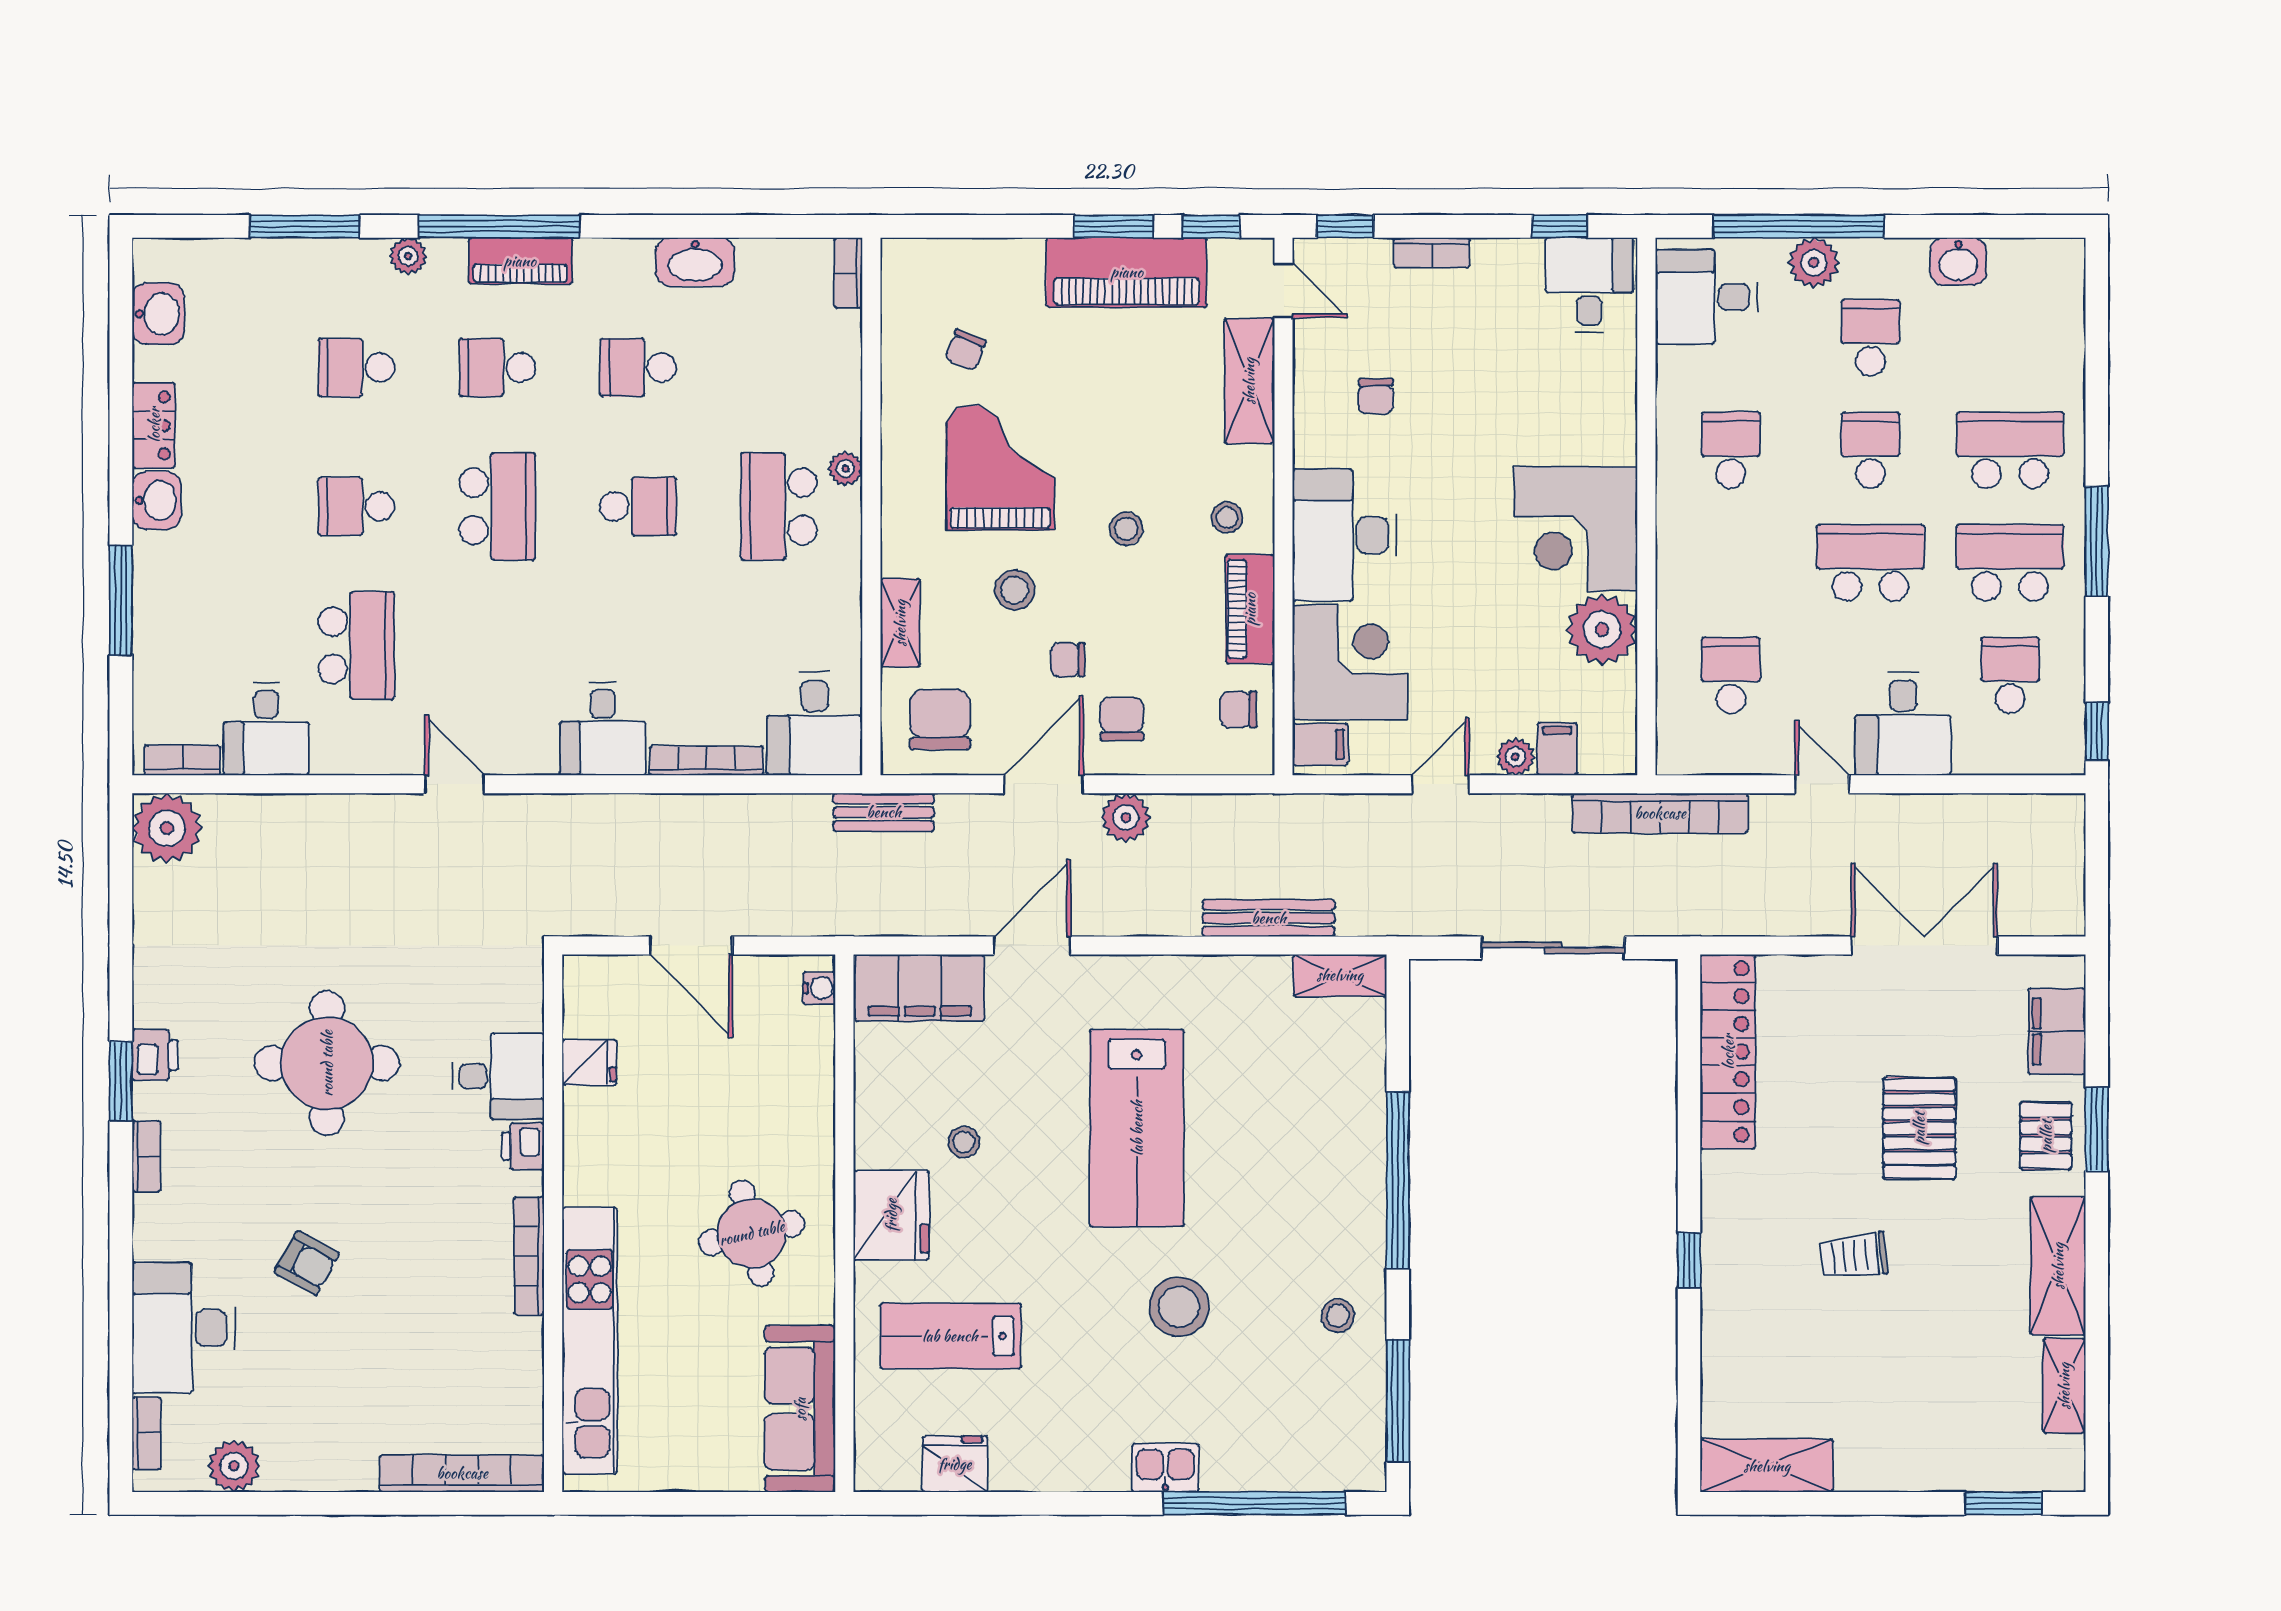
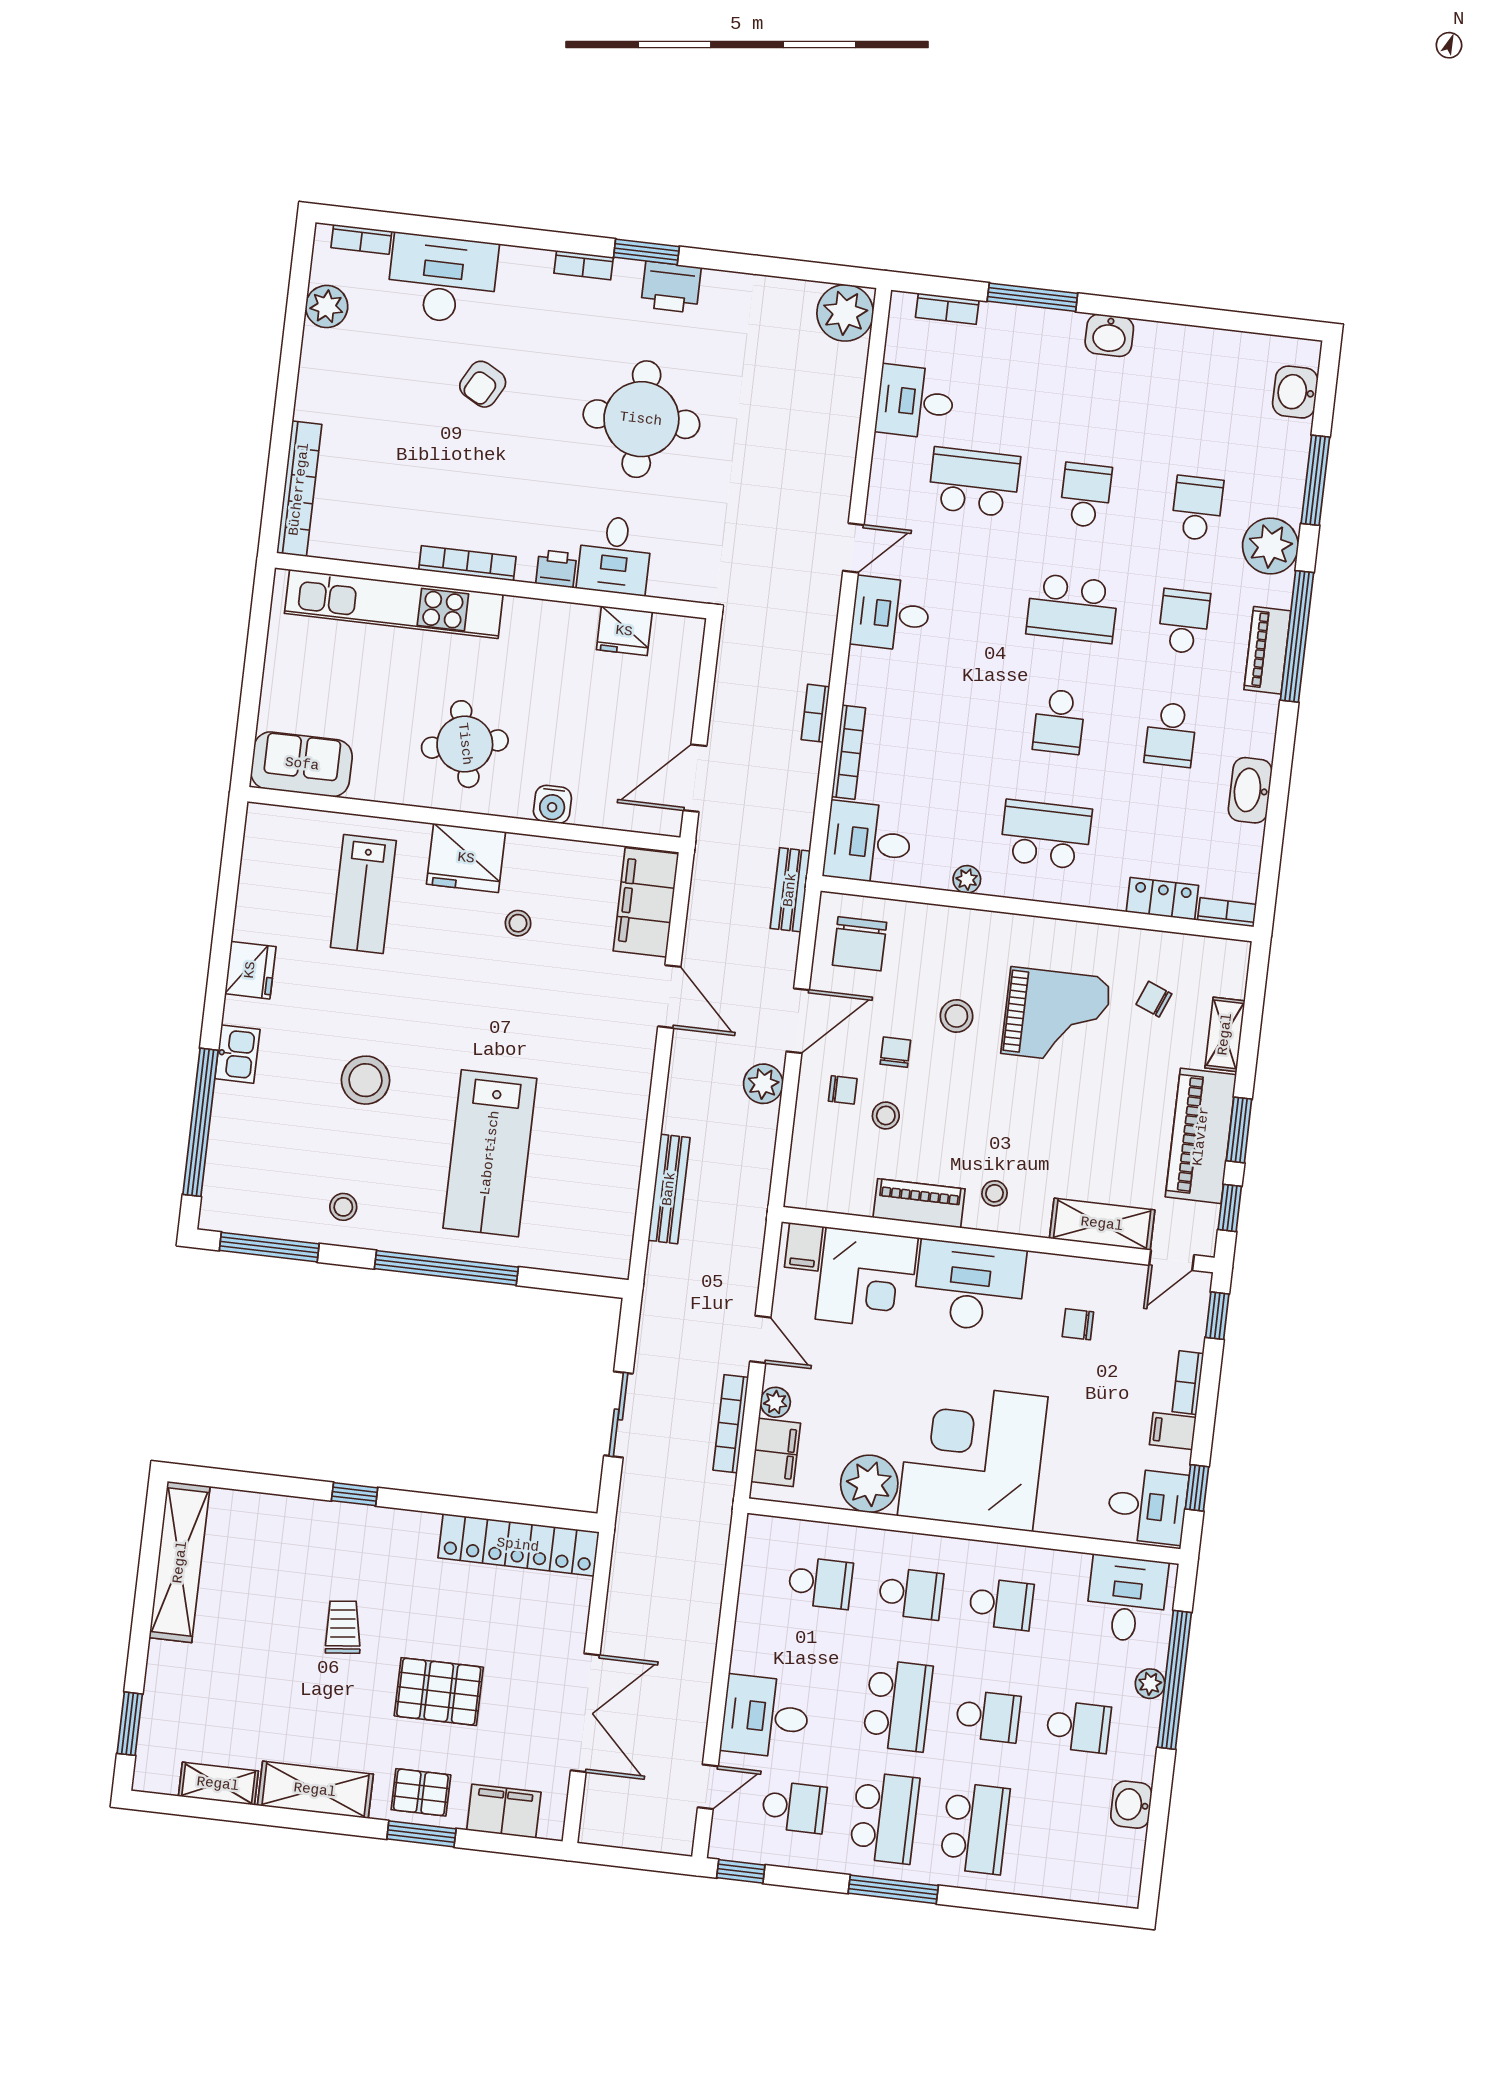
plant: (408, 256) -> (1270, 546), width x1.87, depth x1.87
plant: (1814, 263) -> (1150, 1684), width x0.73, depth x0.73
filing cabinet: (1493, 264) -> (1173, 1431), added
washbasin: (158, 314) -> (1295, 392), moved, turned 90
school desk: (638, 367) -> (1171, 735), turned 180
locker: (154, 425) -> (1162, 899), moved, turned 180
plant: (845, 469) -> (967, 879), moved
stool: (1126, 529) -> (886, 1115), moved
corner desk: (1576, 529) -> (973, 1456), width x1.36, depth x1.36
school desk: (1731, 563) -> (911, 1594), added
shelving: (900, 623) -> (1225, 1034), moved, turned 90
school desk: (356, 645) -> (974, 482), turned 180
chair: (1239, 709) -> (839, 1184), removed
chair: (940, 719) -> (860, 944), turned 90
chair: (1122, 719) -> (843, 1090), width x0.73, depth x0.73
desk: (603, 729) -> (891, 614), moved
filing cabinet: (1557, 749) -> (776, 1452), width x2.00
bookcase: (182, 760) -> (947, 309), moved, turned 90
door: (1043, 784) -> (798, 1021), hinge flipped
door: (1822, 784) -> (708, 1787), moved
bookcase: (663, 807) -> (815, 713), added
bookcase: (1660, 813) -> (731, 1424), moved, width x0.68, depth x0.76
door: (691, 946) -> (695, 778), moved
sliding door: (1553, 948) -> (618, 1415), width x0.73
shelving: (1340, 975) -> (616, 1241), removed
water cooler: (819, 988) -> (552, 804), moved, width x1.38, depth x1.38
printer: (155, 1055) -> (671, 287), width x1.36, depth x1.24
fridge: (589, 1062) -> (624, 631), width x1.38
lab bench: (1137, 1128) -> (490, 1153), moved, turned -90
lab bench: (950, 1336) -> (363, 894), turned 180
sofa: (800, 1409) -> (302, 764), width x0.73
fridge: (955, 1464) -> (250, 970), moved
shelving: (1767, 1466) -> (180, 1562), width x1.47

